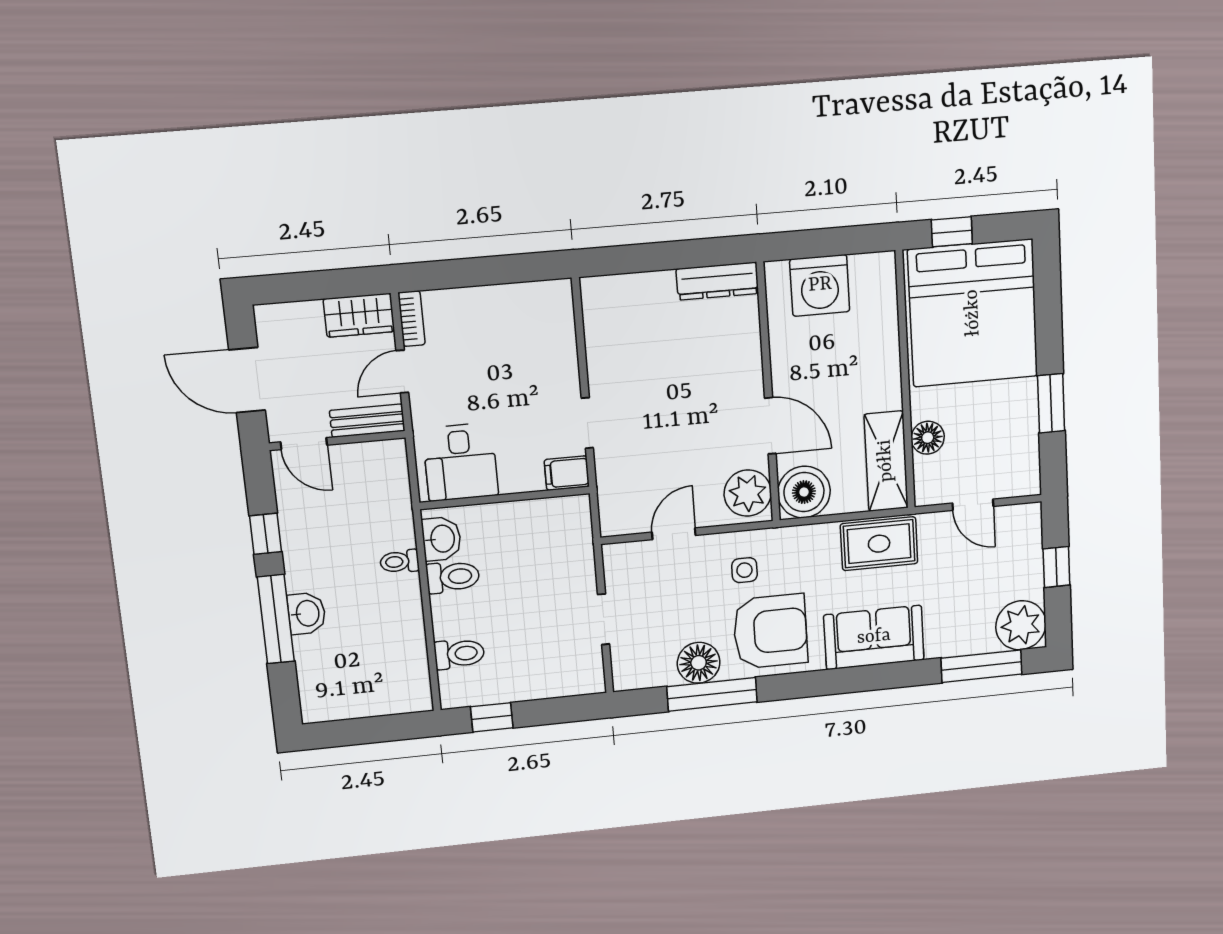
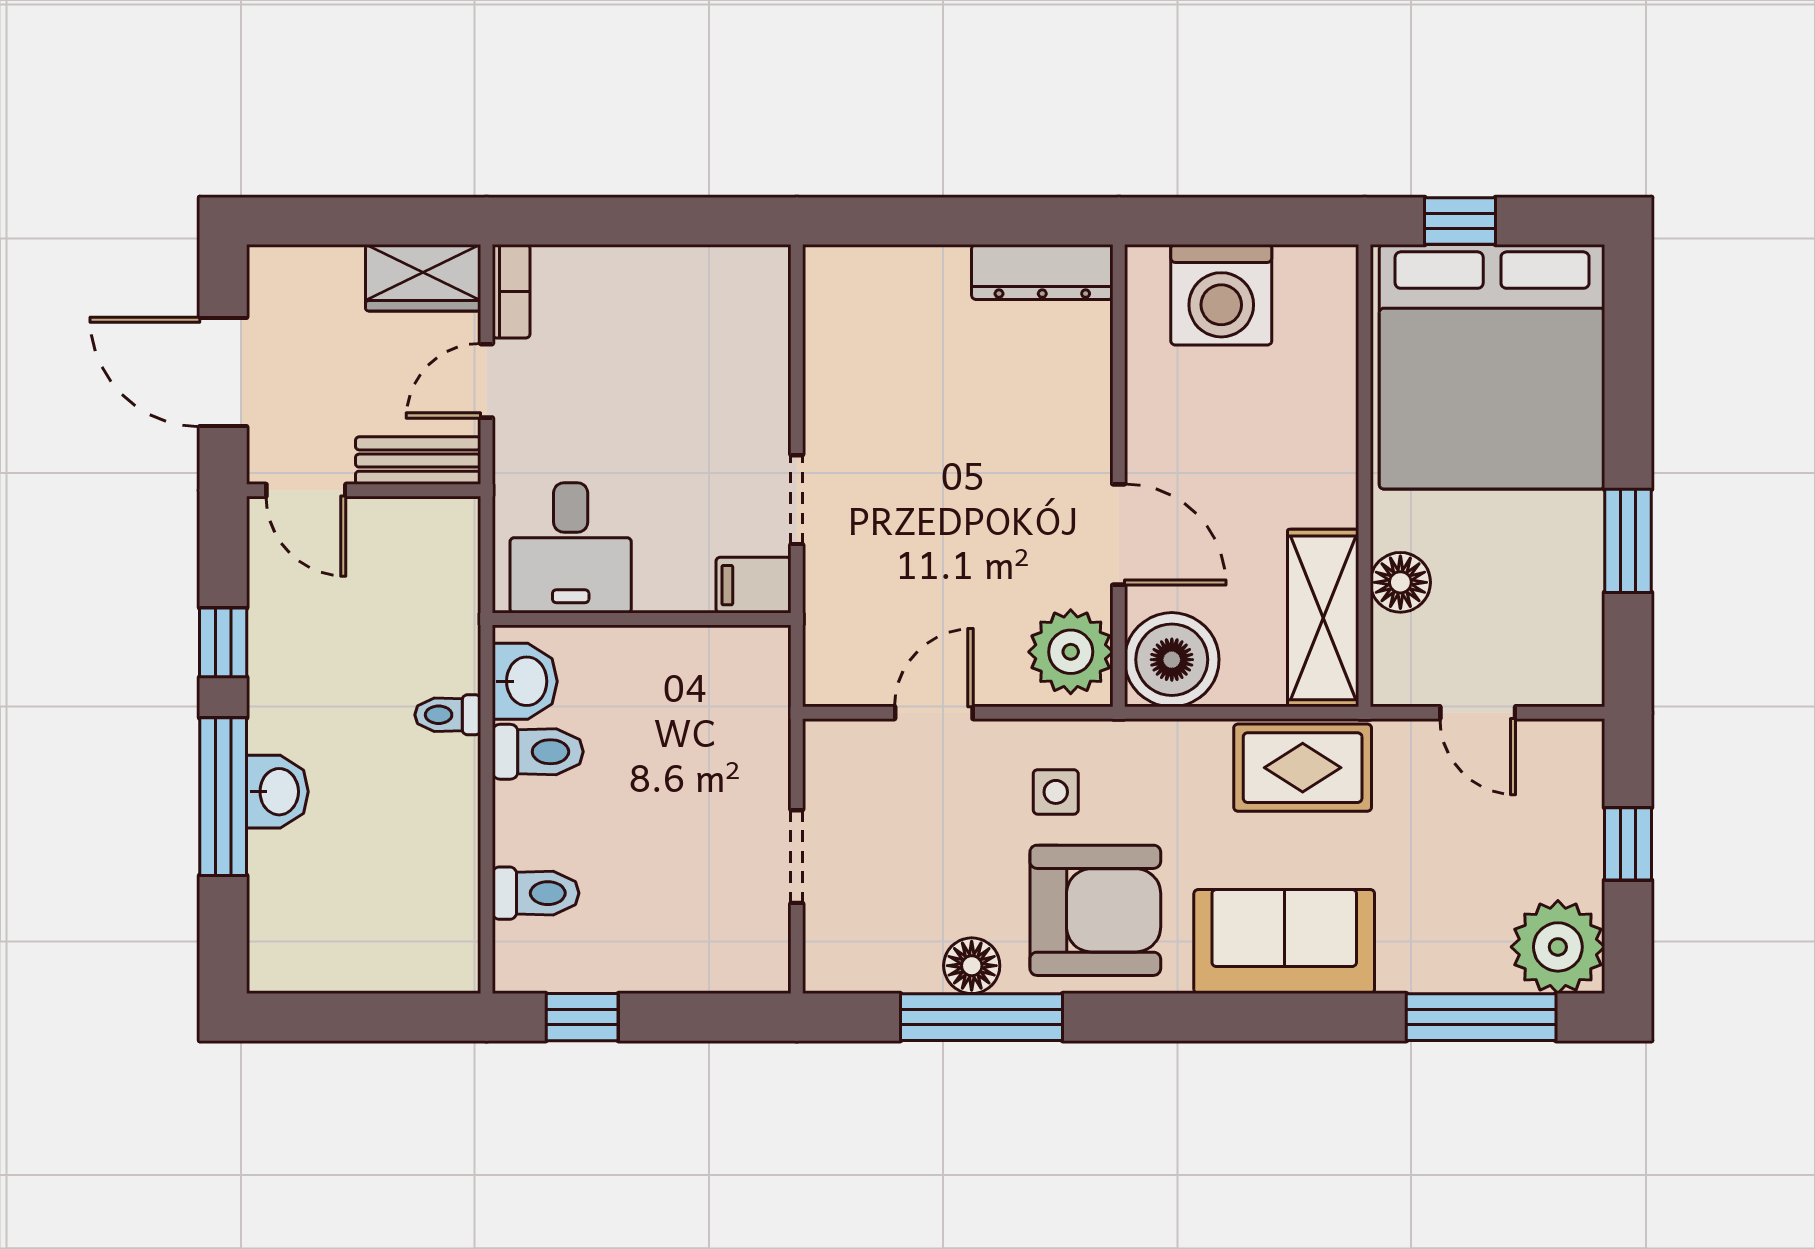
floor lamp: (699, 663) -> (972, 966), width x0.73, depth x0.73

